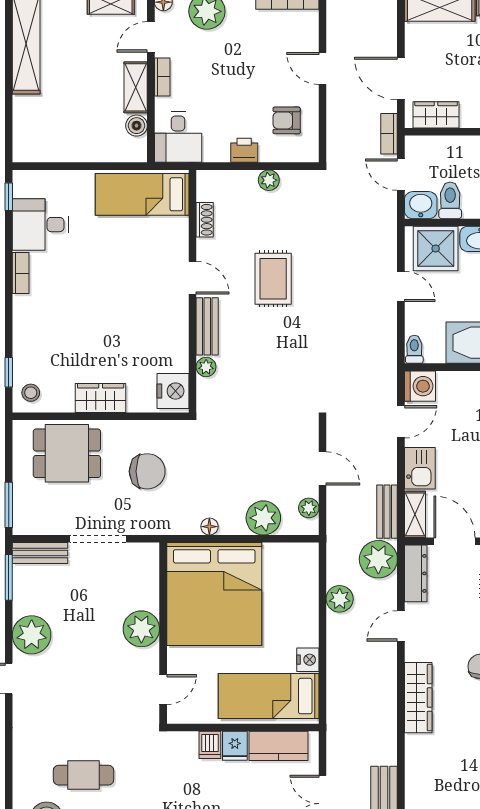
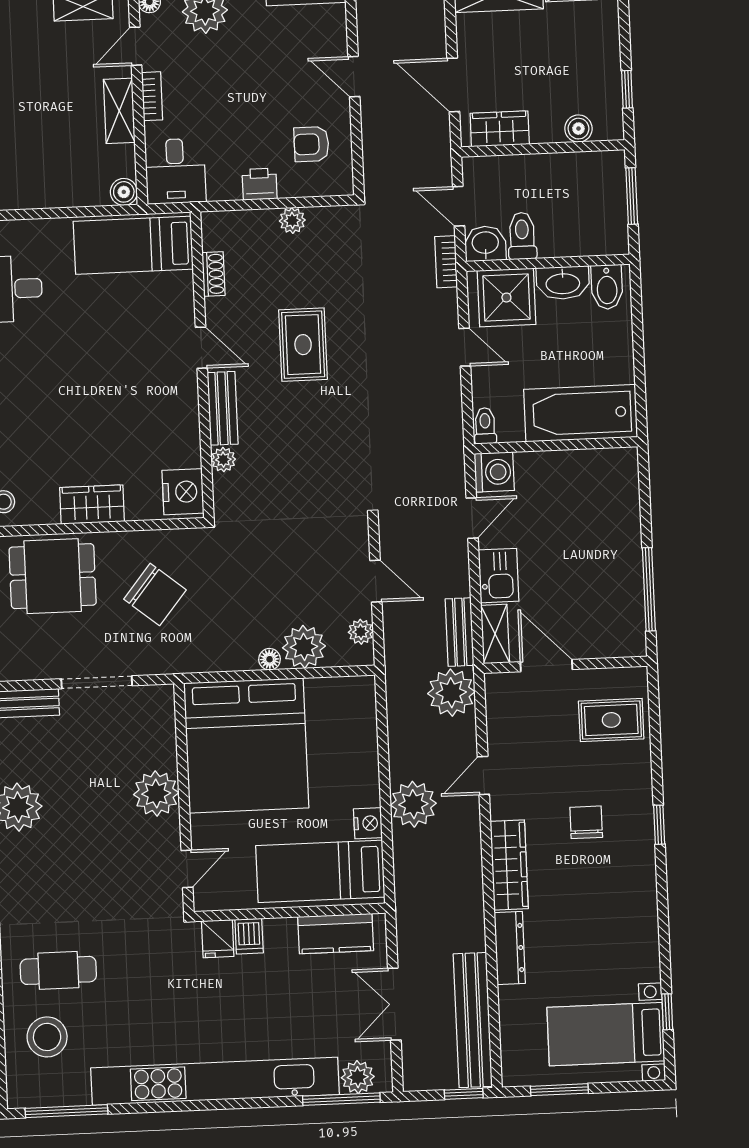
boiler: (137, 126) -> (124, 192), moved
bookcase: (389, 134) -> (446, 262), moved
chair: (147, 471) -> (155, 594), turned 39
floor lamp: (209, 527) -> (270, 659), moved
dresser: (416, 573) -> (510, 948), moved
plant: (340, 599) -> (413, 804), moved, width x1.36, depth x1.36
fridge: (235, 746) -> (218, 939), moved
cafe table: (84, 775) -> (58, 970), moved

